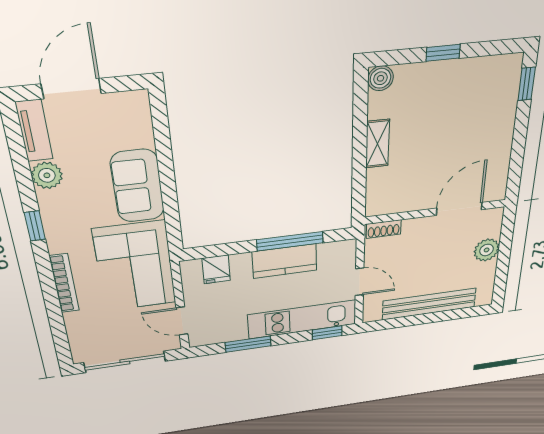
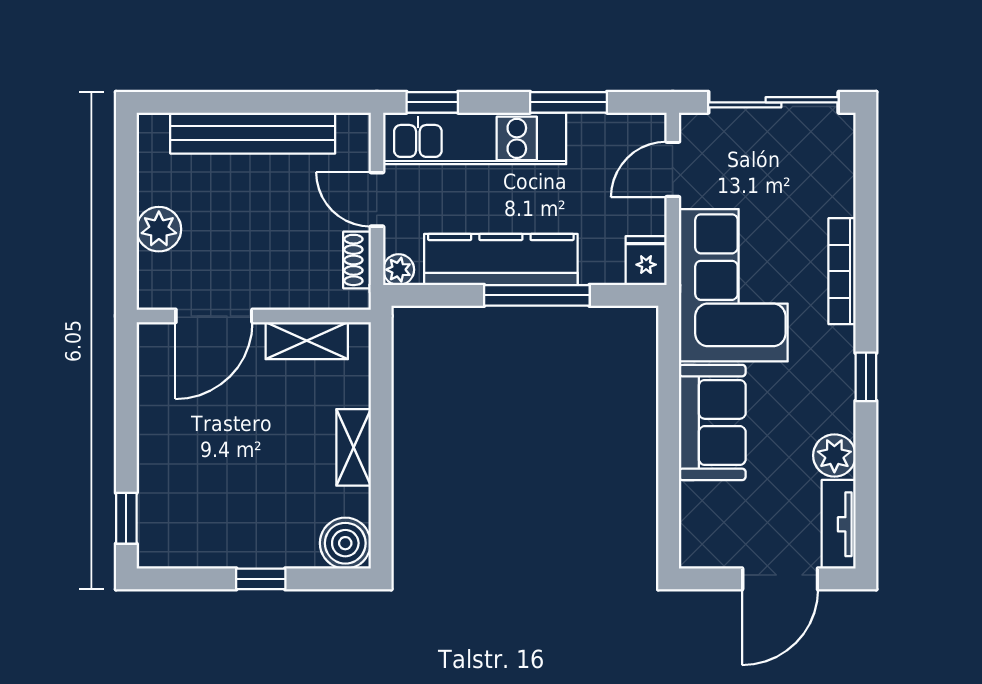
boiler: (380, 78) -> (345, 543), width x1.36, depth x1.36
shelving: (404, 202) -> (307, 341), added
shoe rack: (384, 229) -> (357, 260), moved, turned -90
window: (290, 241) -> (537, 295), moved
plant: (347, 248) -> (399, 270), added
kitchen counter: (285, 261) -> (501, 260), width x1.50
fridge: (216, 269) -> (646, 261), moved
door: (182, 321) -> (673, 169), swing flipped

